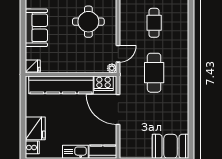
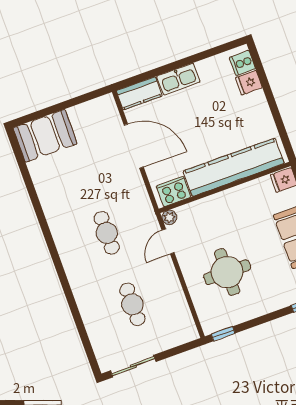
cafe table: (154, 73) -> (107, 233), width x0.73, depth x0.74
door: (118, 109) -> (134, 146), moved
fridge: (35, 128) -> (249, 83), width x0.53, depth x0.75

